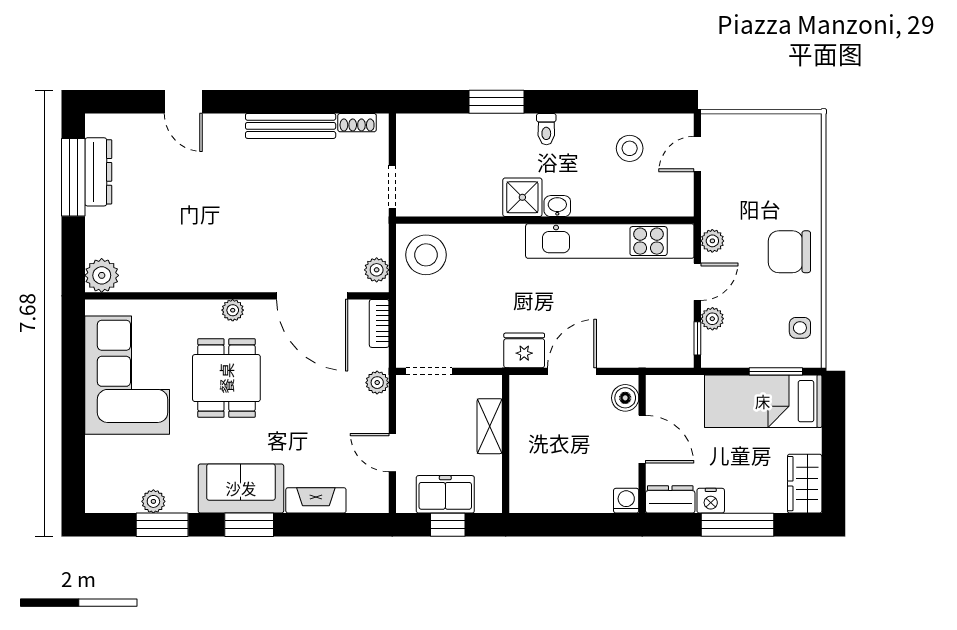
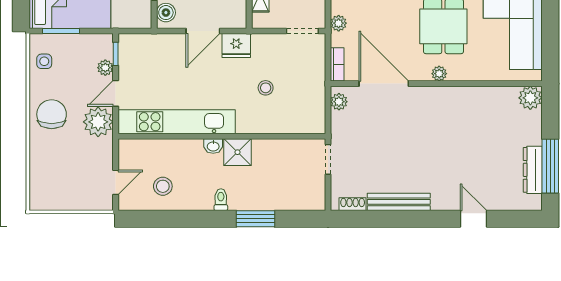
plant: (712, 241) -> (98, 122), width x1.88, depth x1.88
chair: (789, 252) -> (52, 114), turned -90
stool: (426, 255) -> (266, 88), moved, width x0.53, depth x0.53

